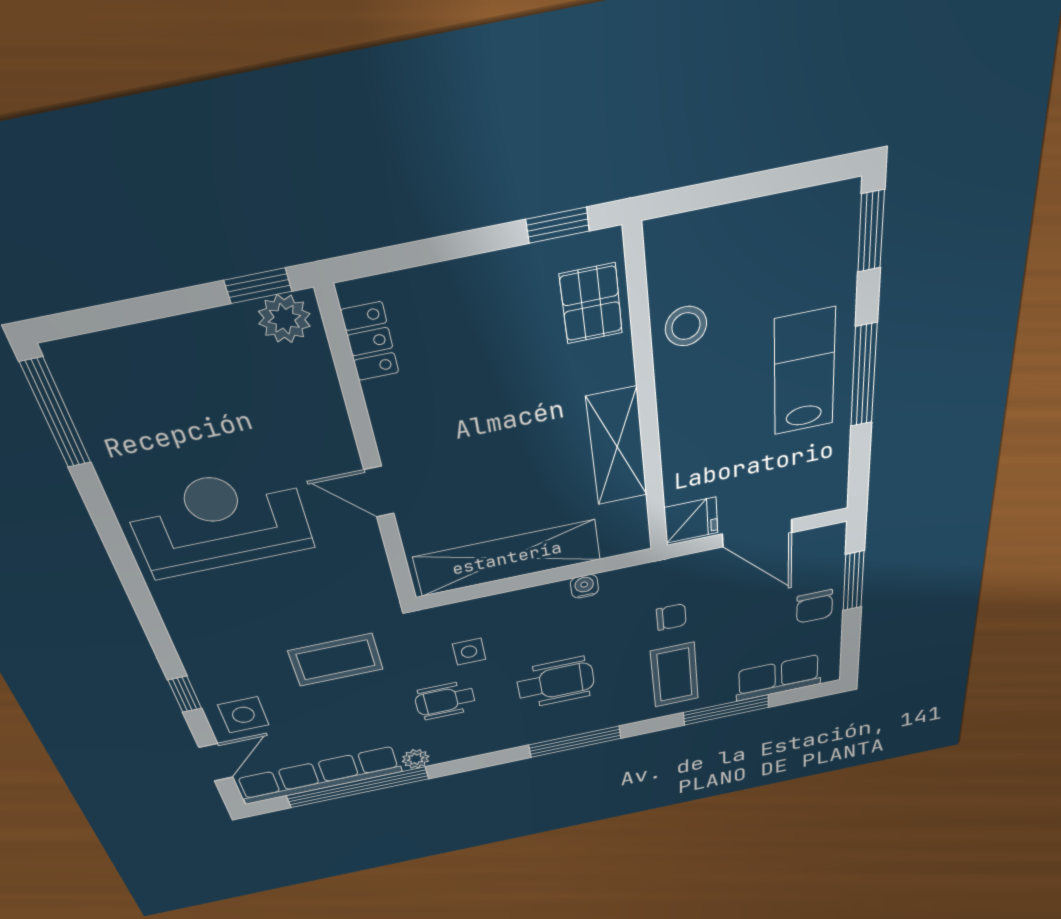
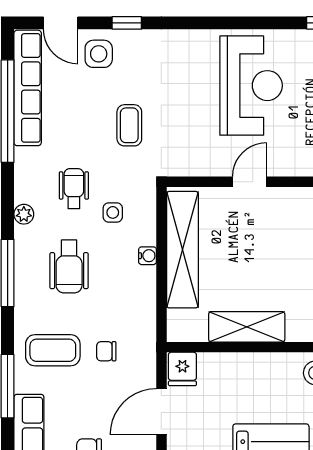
water cooler: (584, 586) -> (148, 256), moved
chair: (671, 617) -> (106, 351), turned 90
coffee table: (336, 660) -> (129, 125), width x0.73, depth x0.77
plant: (416, 759) -> (24, 214), moved

